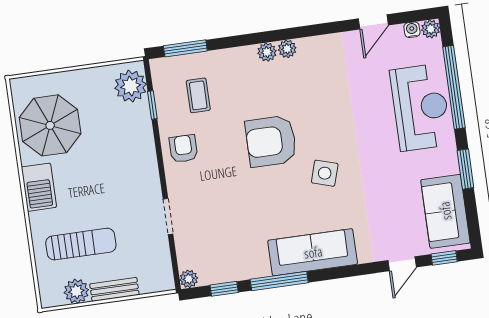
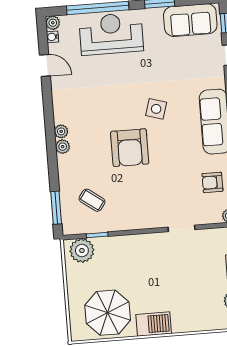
coffee table: (198, 95) -> (92, 200), turned 36
armchair: (183, 149) -> (212, 182), moved
sun lounger: (81, 244) -> (198, 295), removed

